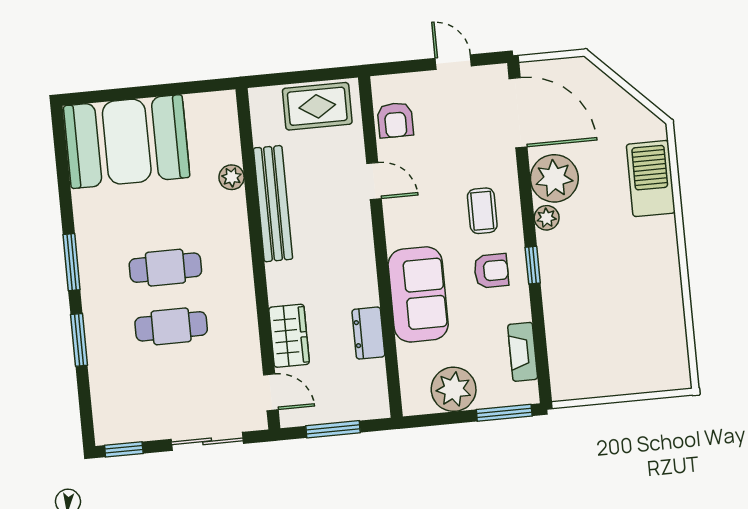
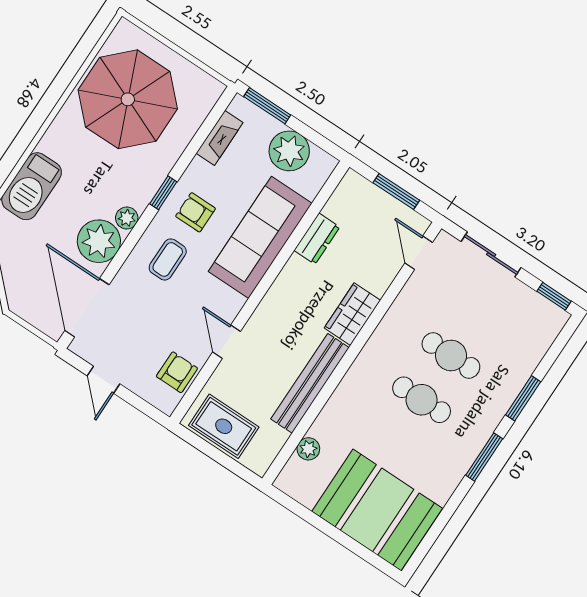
plant: (232, 177) -> (308, 449), moved
sofa: (418, 294) -> (260, 237), width x1.36
parasol: (629, 321) -> (128, 99), added
wardrobe: (289, 336) -> (352, 314), moved

